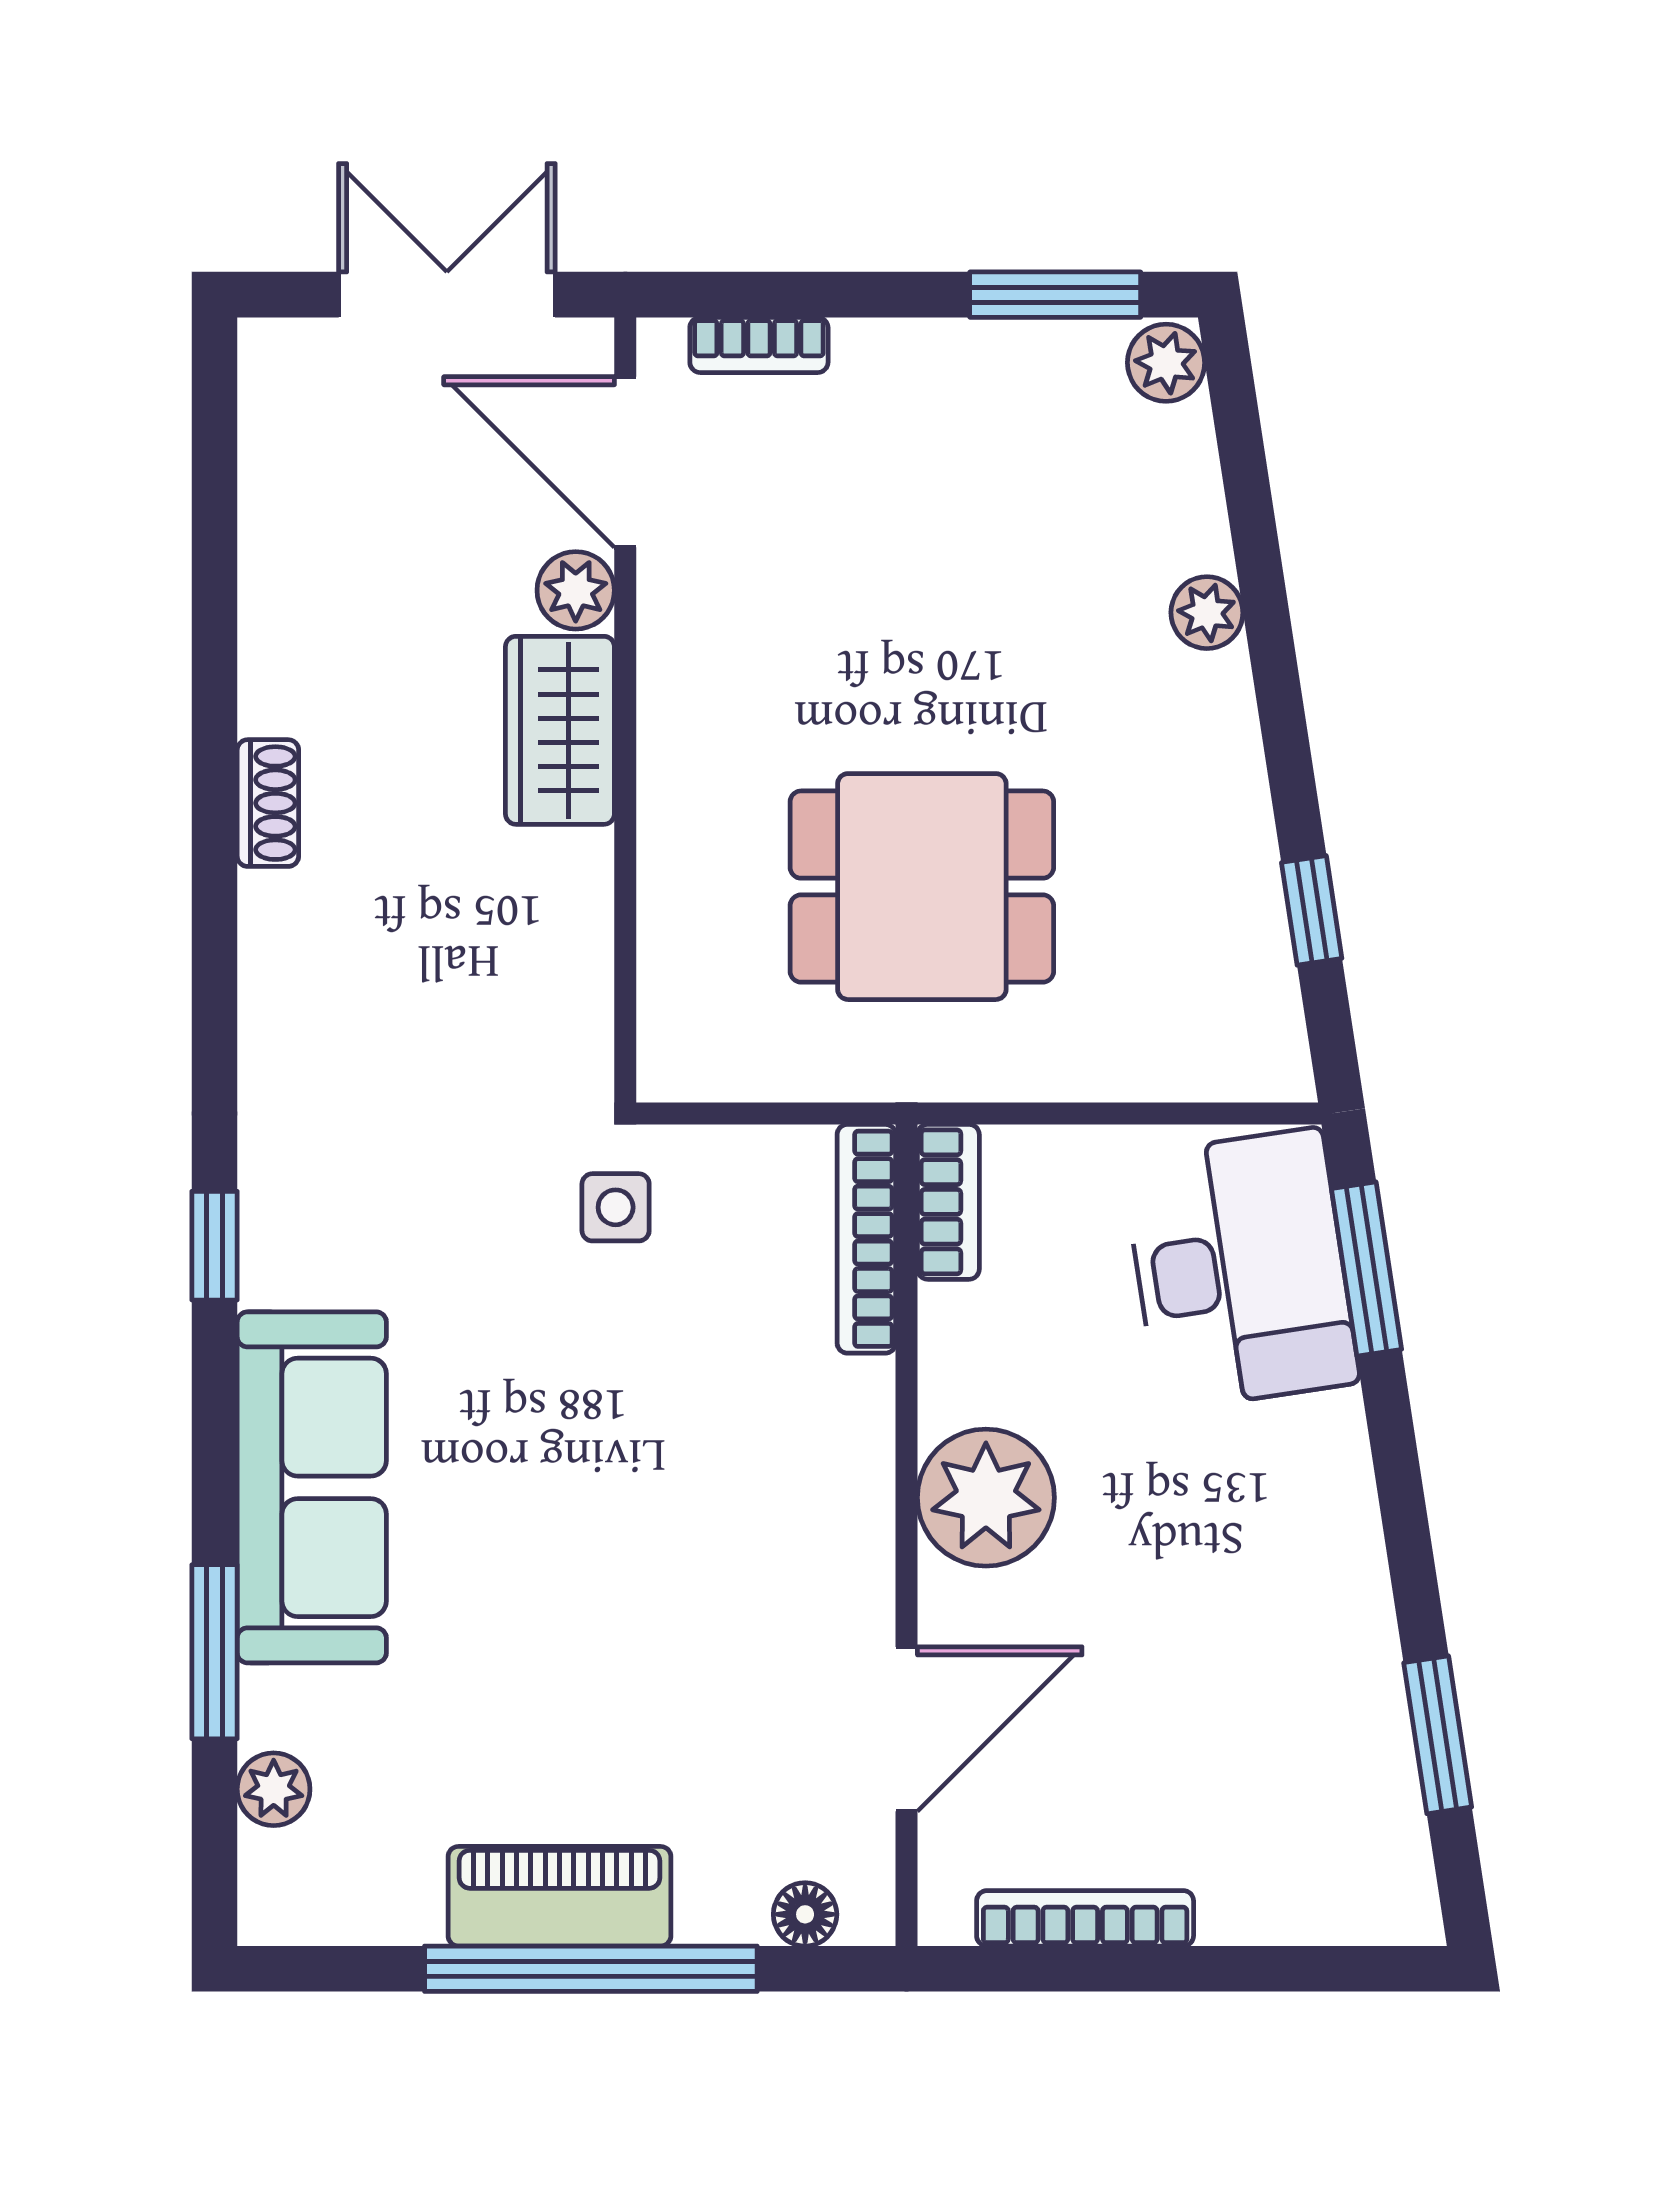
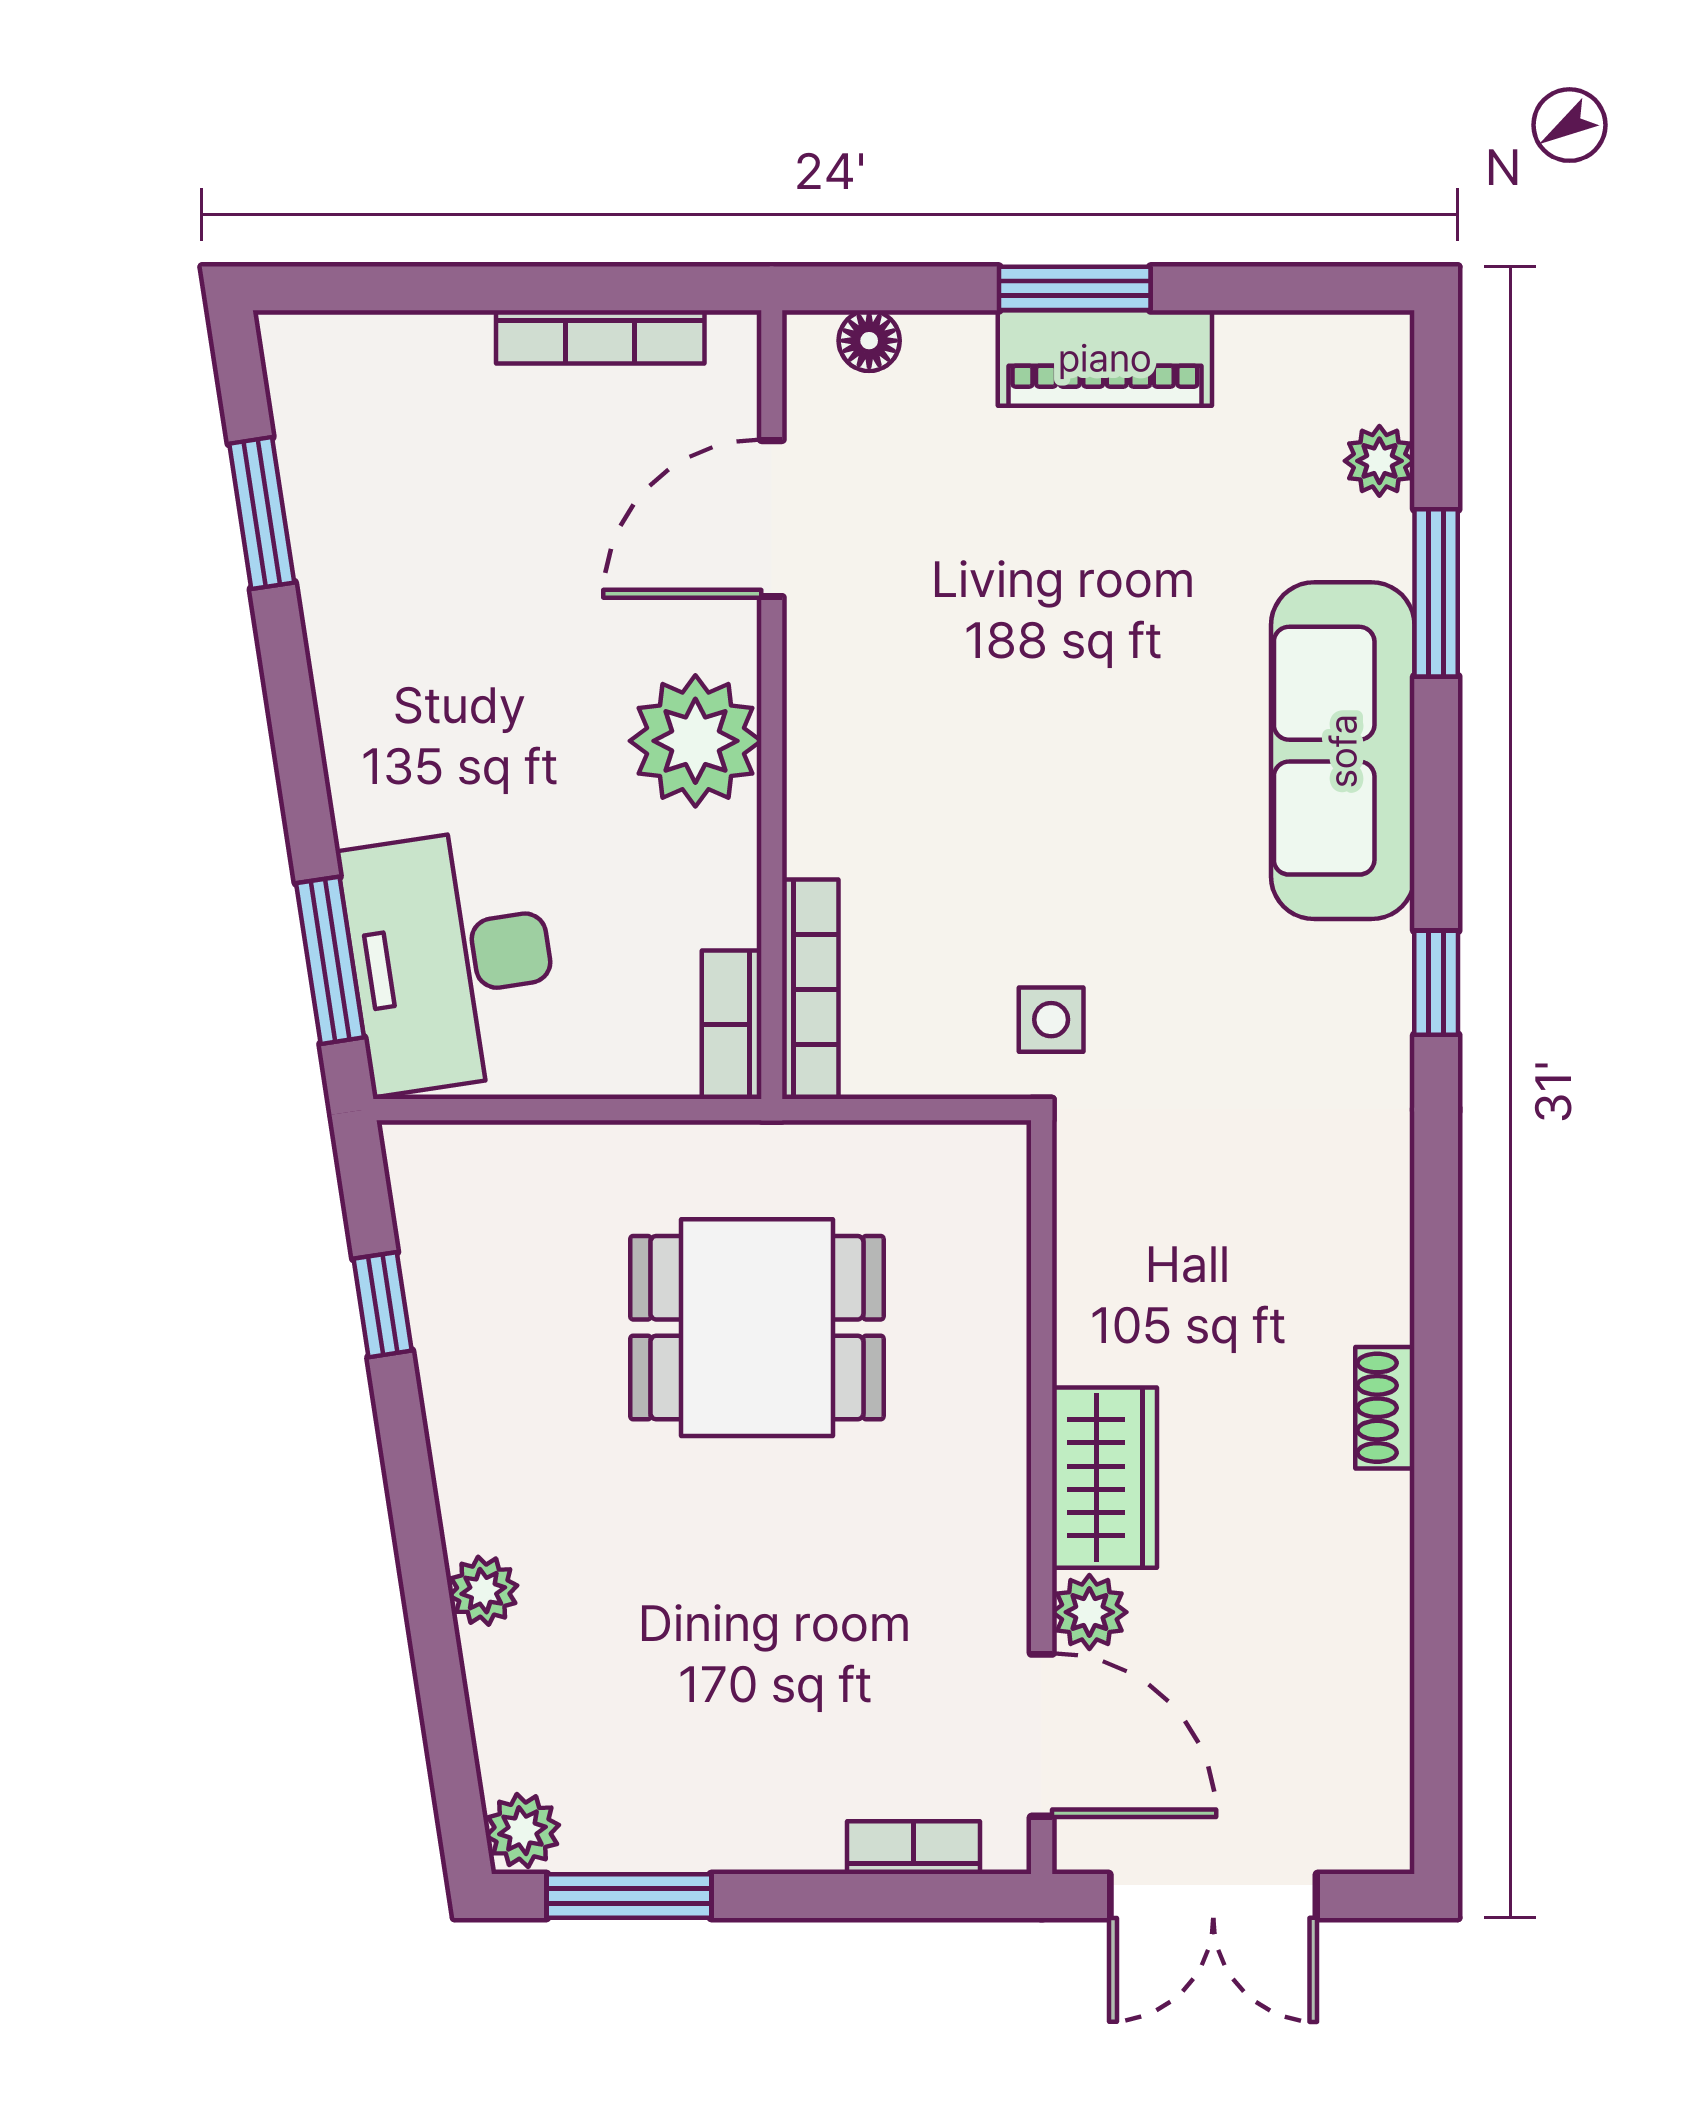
window: (591, 1969) -> (1075, 288), width x0.47

